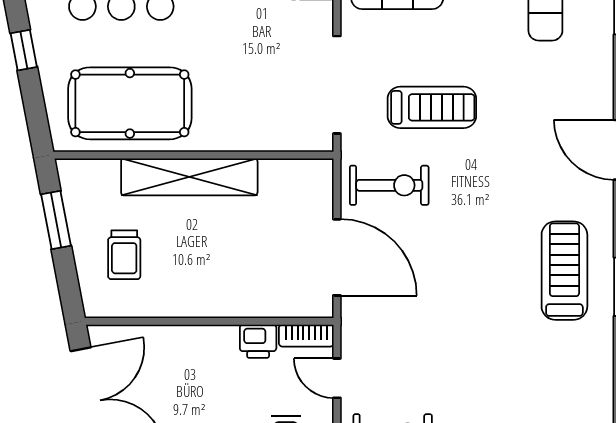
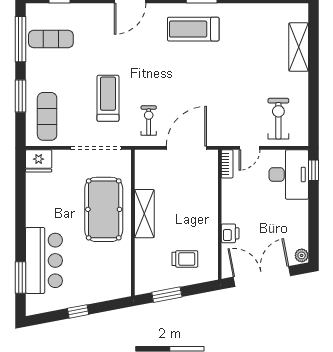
pool table: (130, 103) -> (104, 209), moved
shelving: (189, 177) -> (144, 214), width x0.68
exercise bike: (389, 185) -> (149, 121), width x0.73, depth x0.72
printer: (258, 341) -> (230, 233), moved

